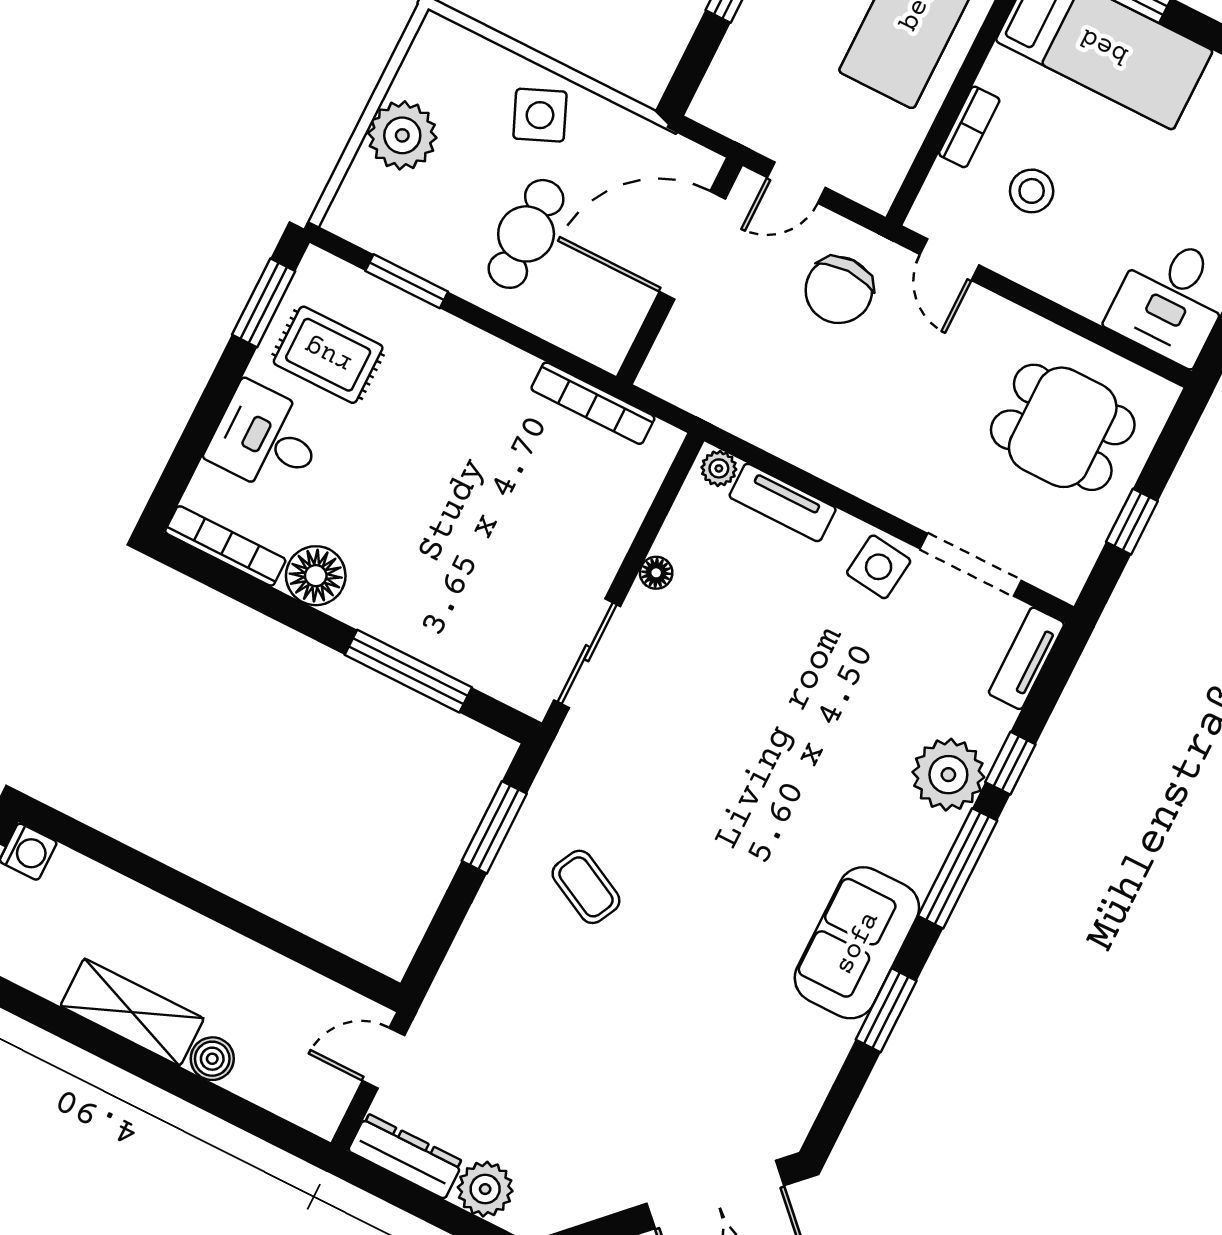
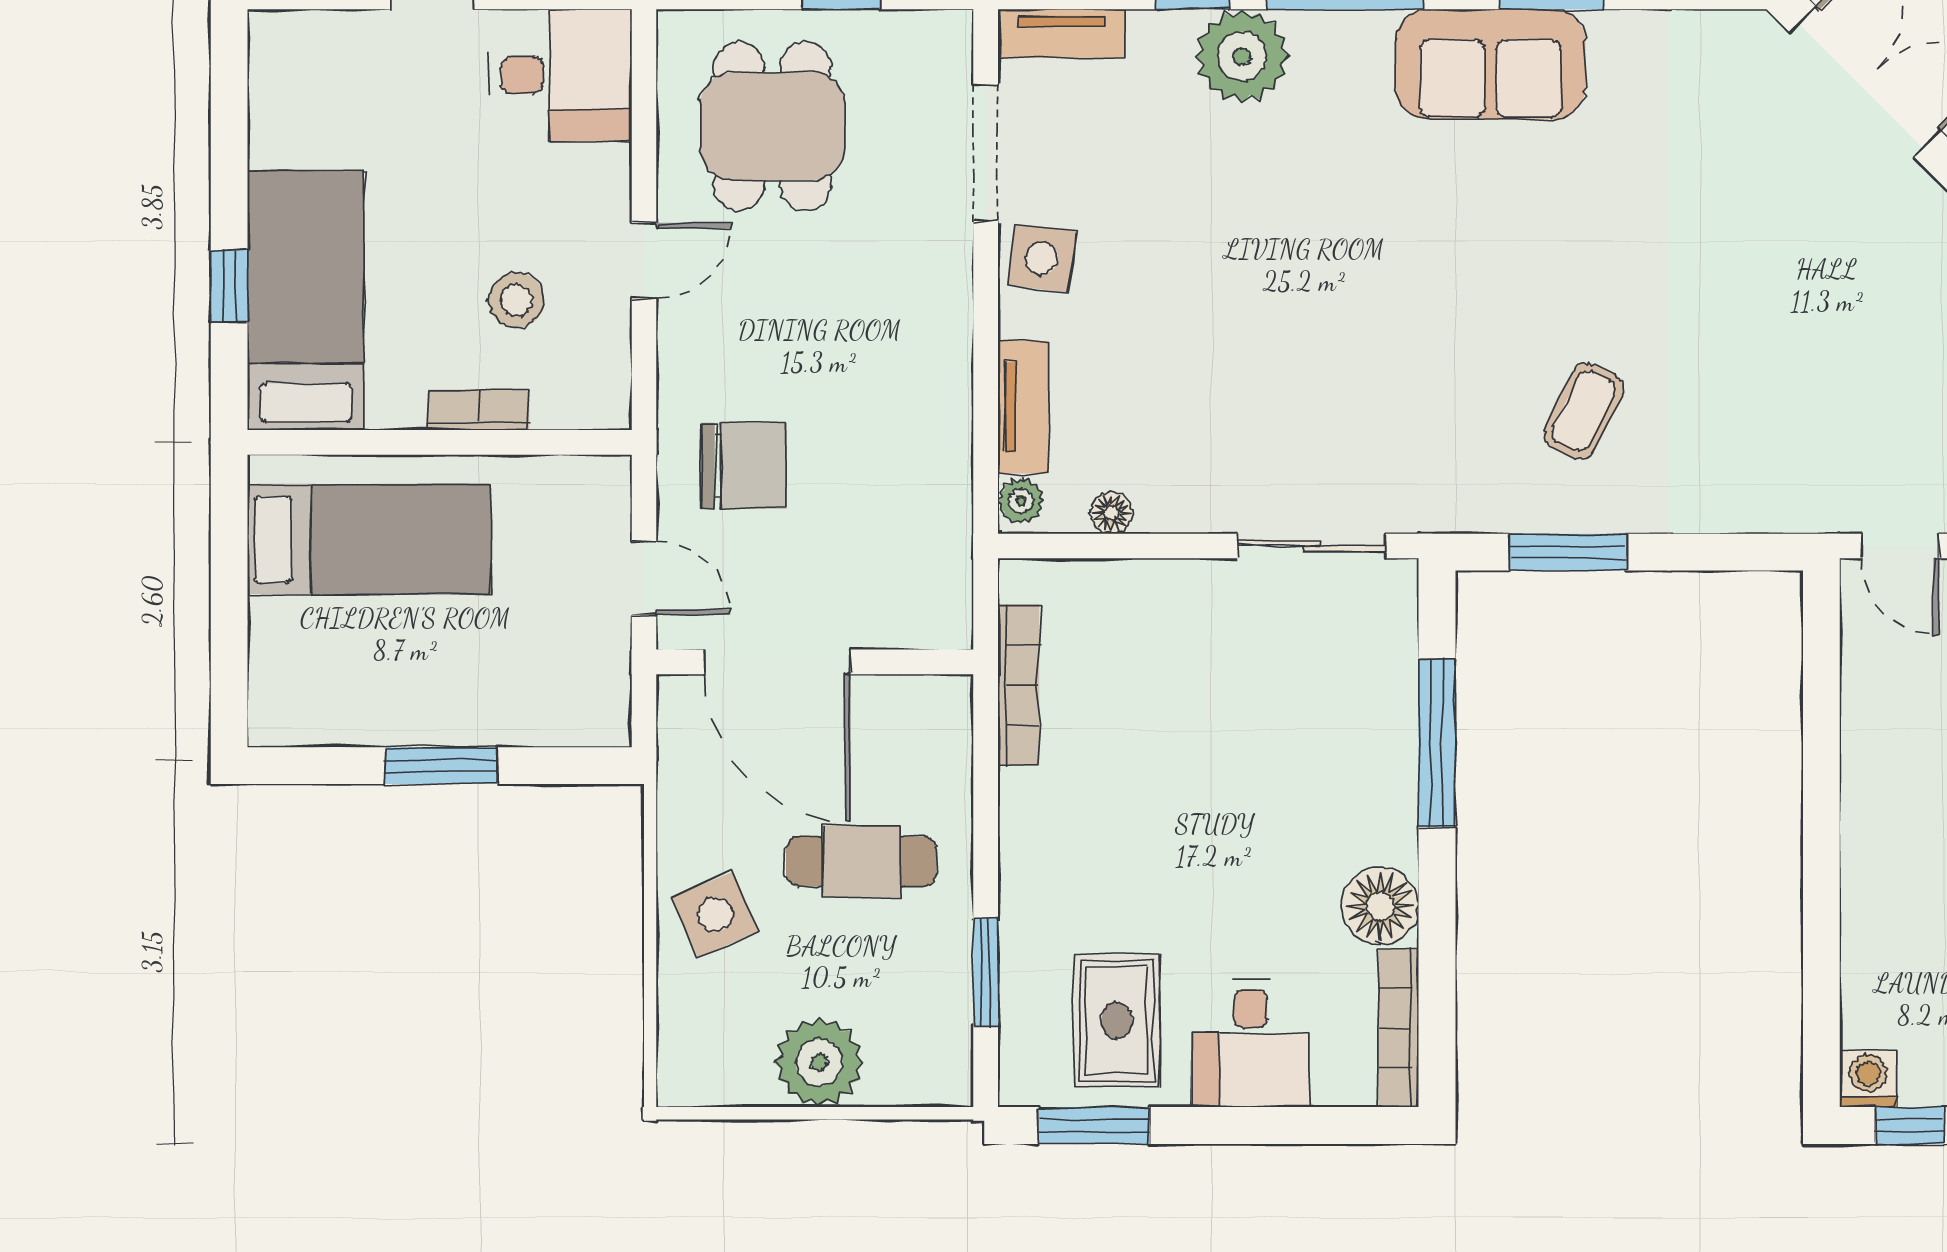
door: (949, 260) -> (644, 261), moved
floor lamp: (656, 573) -> (1111, 513), moved

